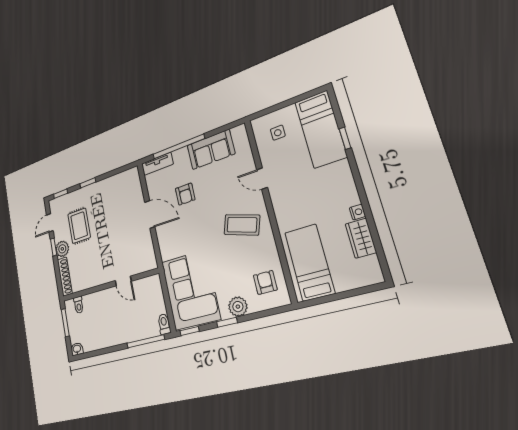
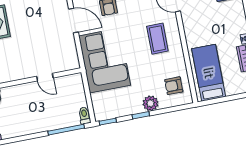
coffee table: (242, 225) -> (157, 39), turned 72
armchair: (265, 282) -> (174, 86), turned -90
corner sofa: (190, 290) -> (105, 61), moved

